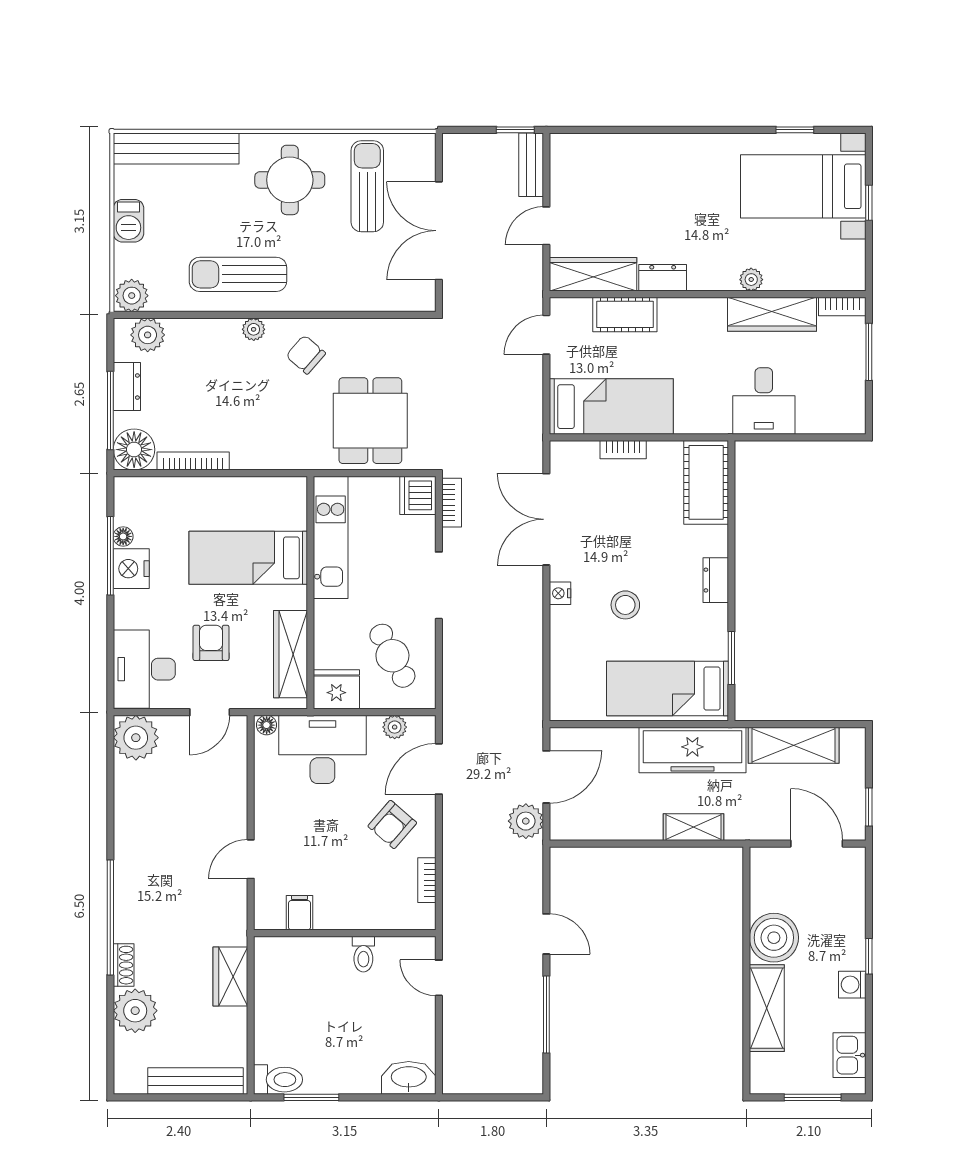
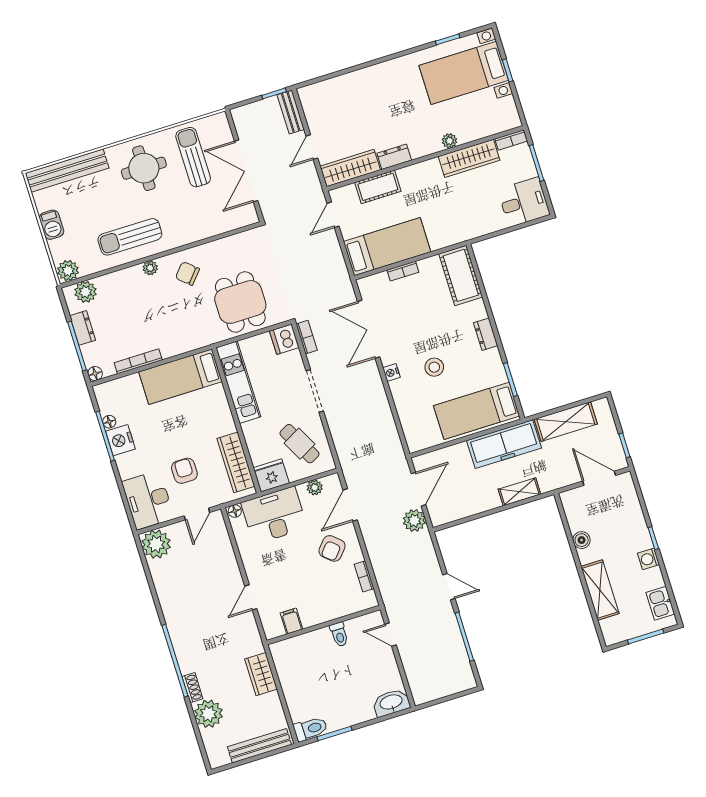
desk: (764, 401) -> (524, 202), moved, turned -90
floor lamp: (134, 450) -> (95, 374), width x0.53, depth x0.53
bed: (248, 558) -> (180, 377), moved
boiler: (774, 938) -> (582, 540), width x0.54, depth x0.54

